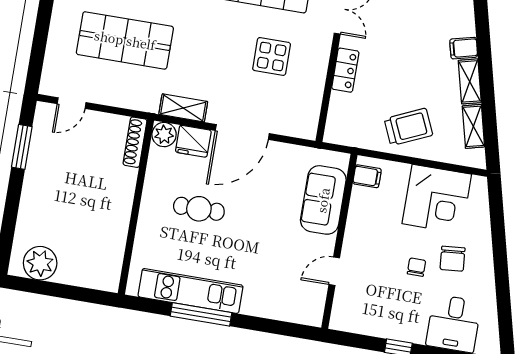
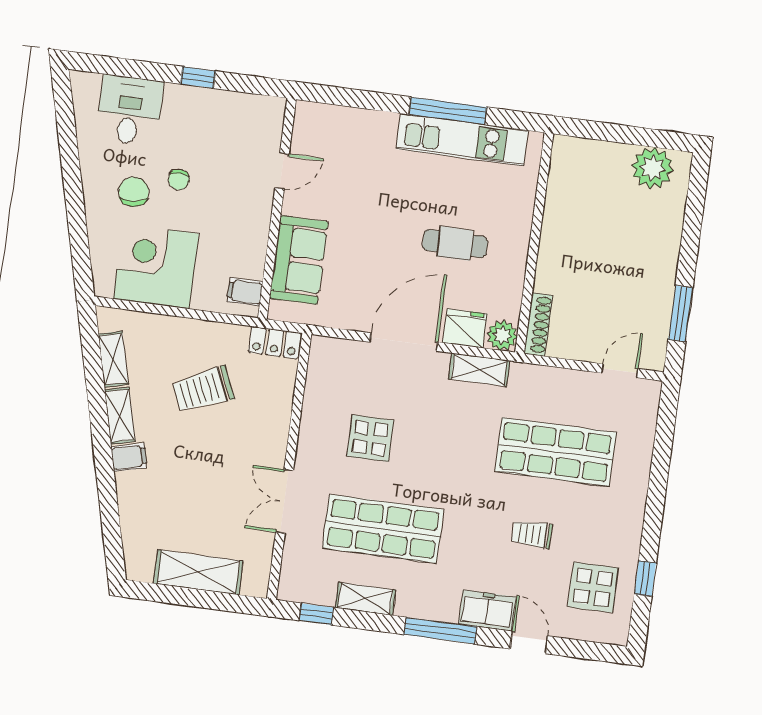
locker: (345, 70) -> (275, 343), moved, turned -90
trolley: (408, 127) -> (203, 390), moved

